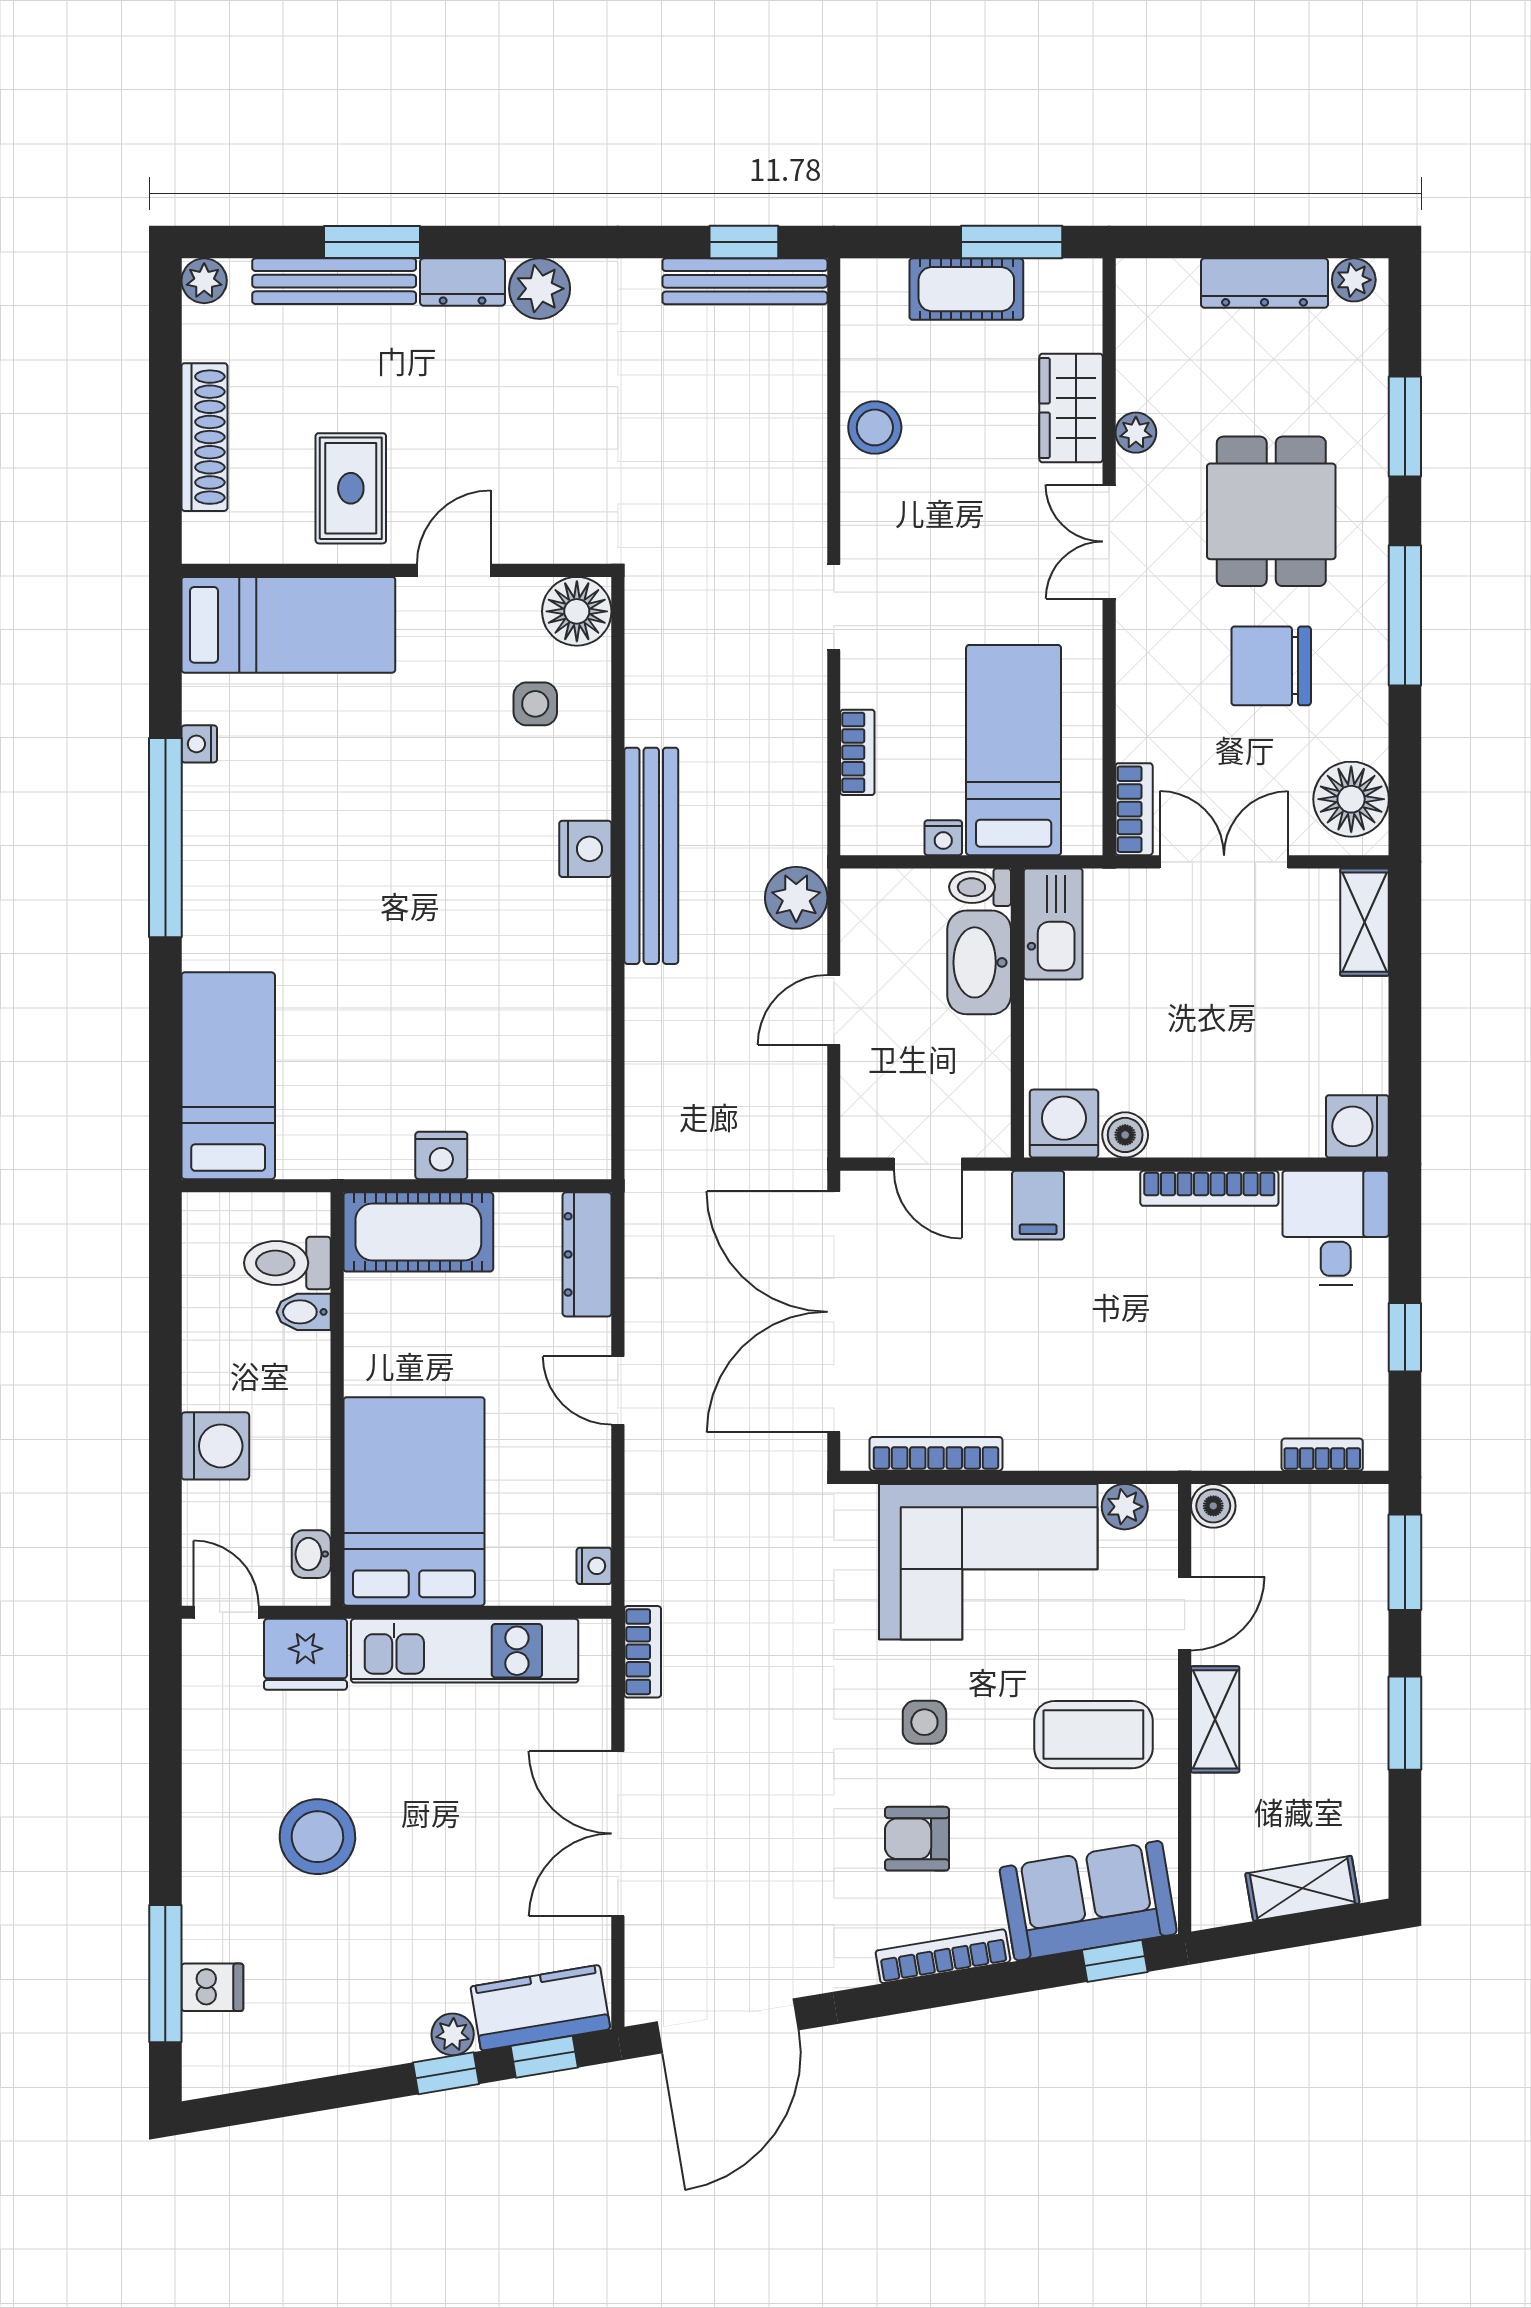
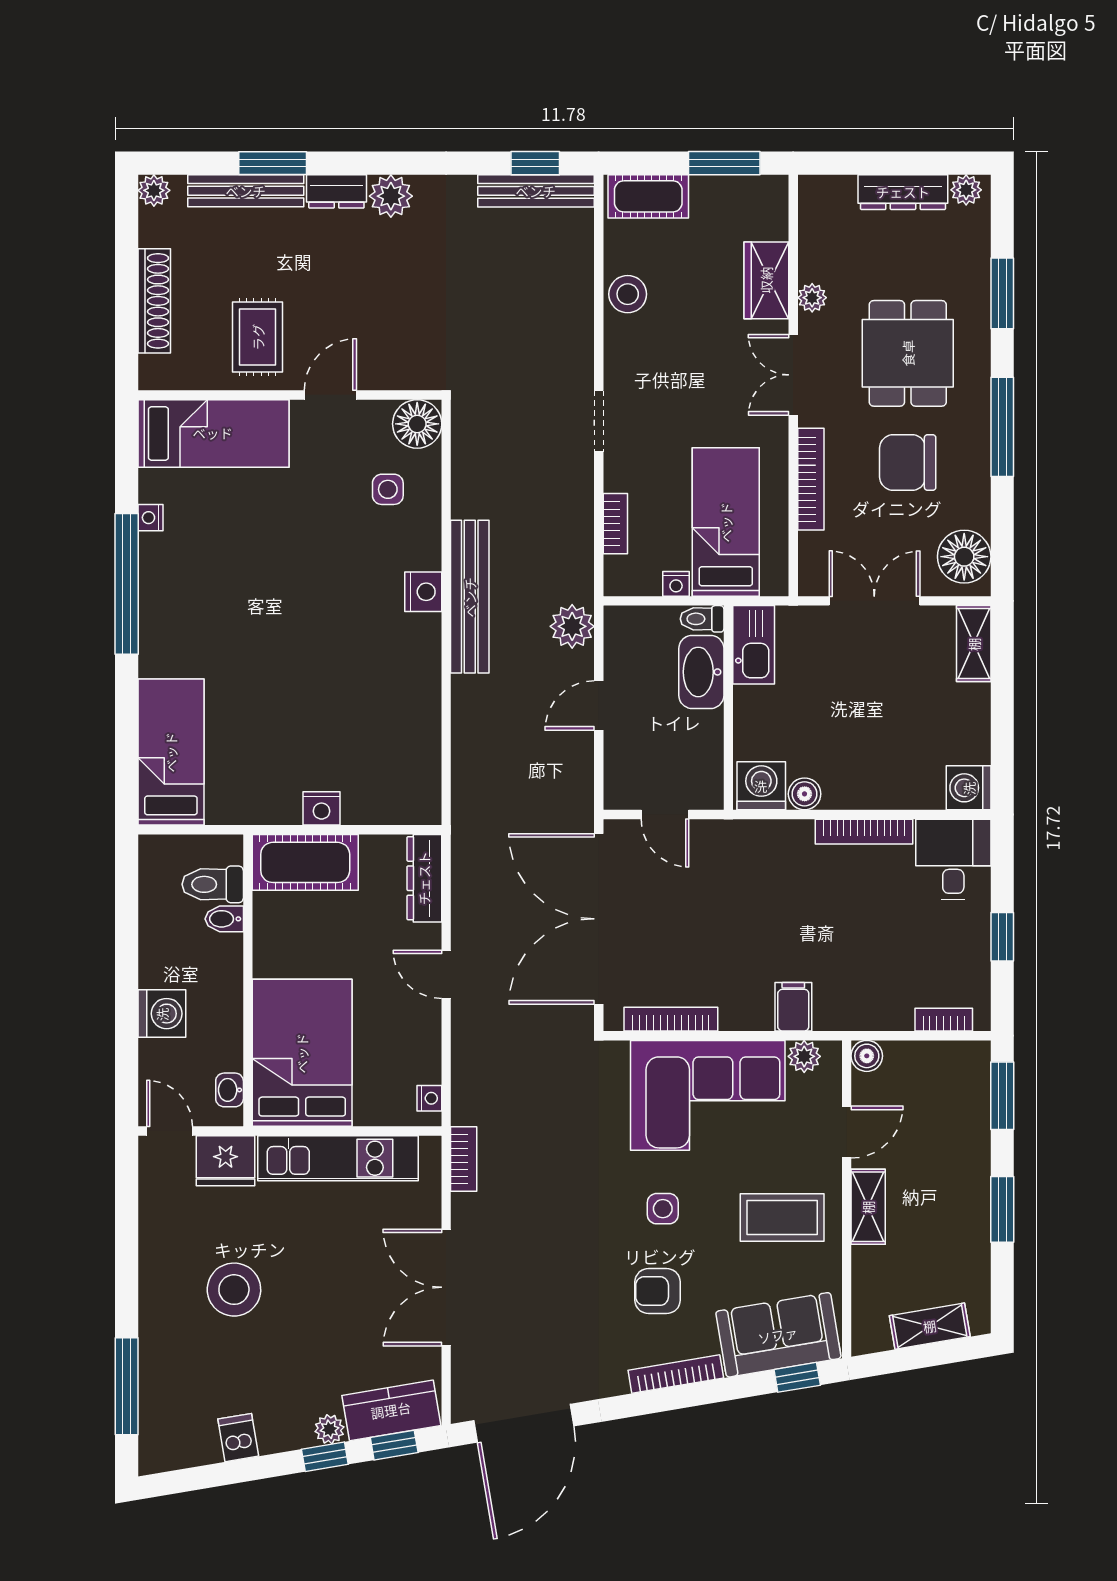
cot: (966, 289) -> (648, 196), moved
bookcase: (1134, 809) -> (811, 479), moved, width x1.56
filing cabinet: (1038, 1205) -> (793, 1007), moved, turned 180
dishwasher: (212, 1987) -> (238, 1438), moved, turned -100

